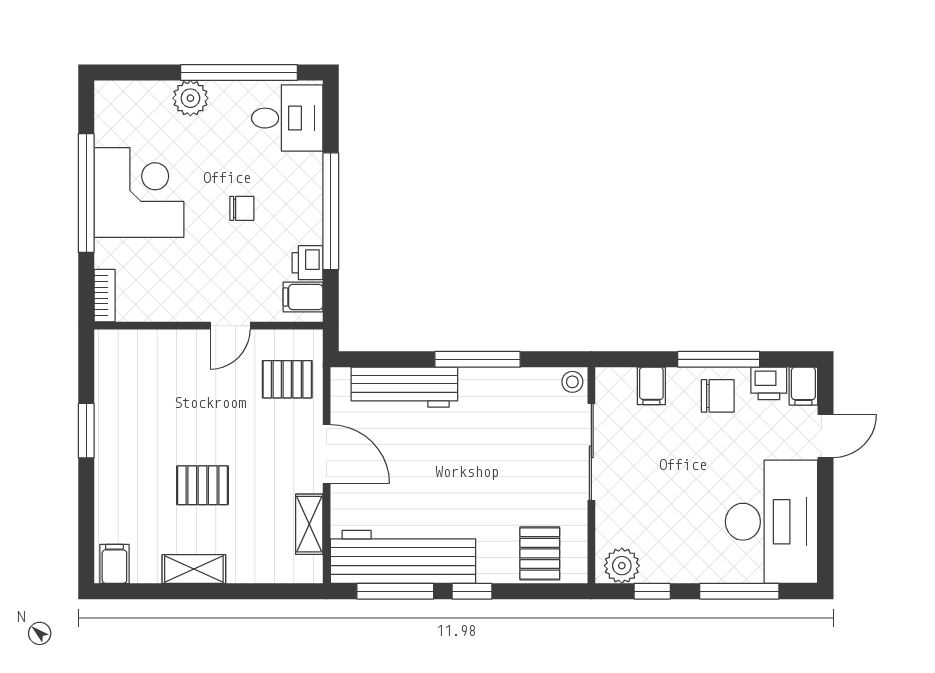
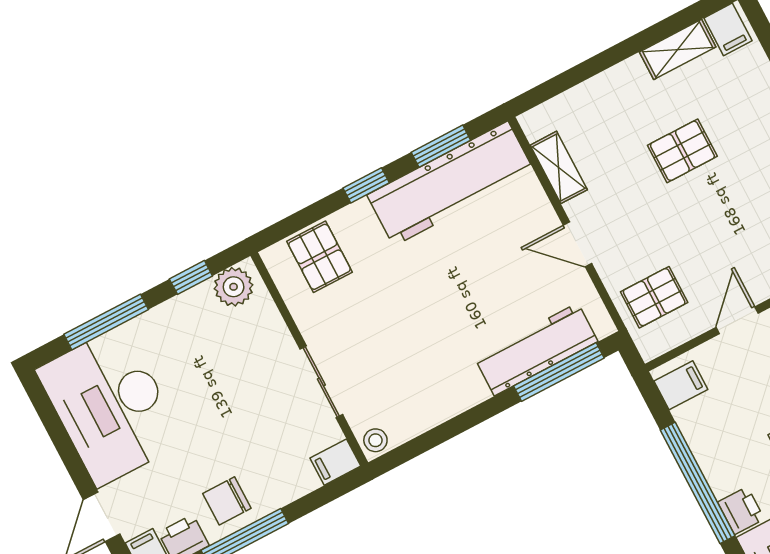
printer: (307, 263) -> (741, 511), moved
window: (478, 359) -> (559, 372), moved
filing cabinet: (651, 386) -> (335, 462), moved, turned -90
sliding door: (591, 452) -> (321, 382), width x0.73
door: (327, 454) -> (578, 244), width x0.73
shelving: (194, 569) -> (678, 49), moved
window: (395, 591) -> (441, 146), width x0.69

